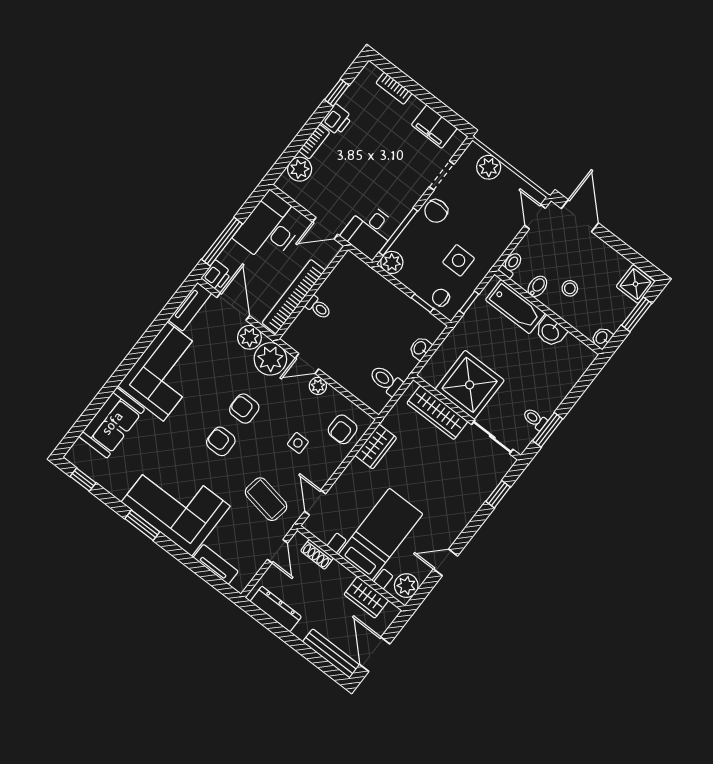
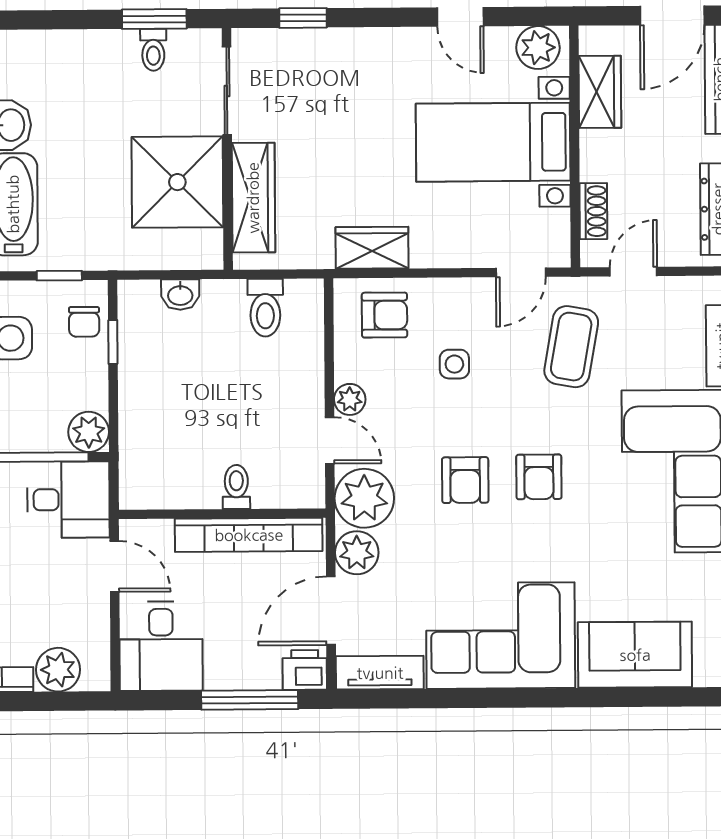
desk: (270, 228) -> (161, 646), width x0.73

